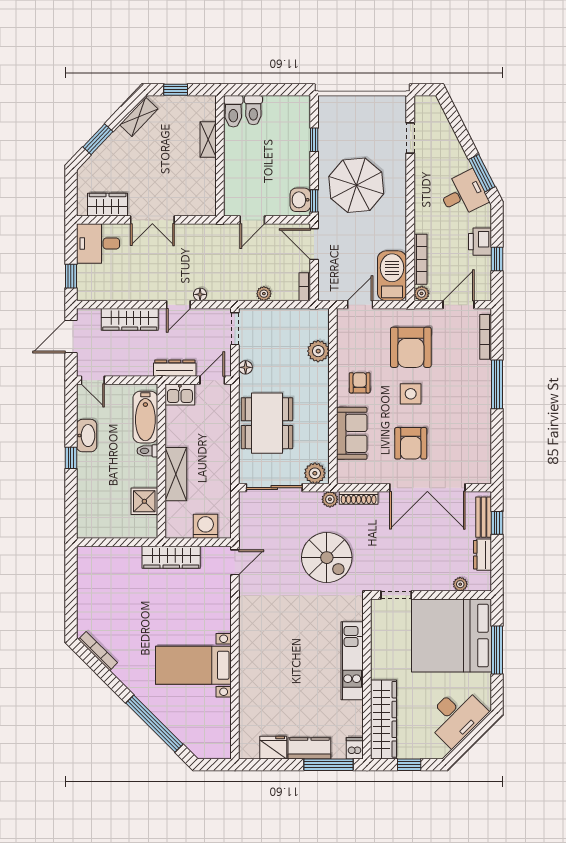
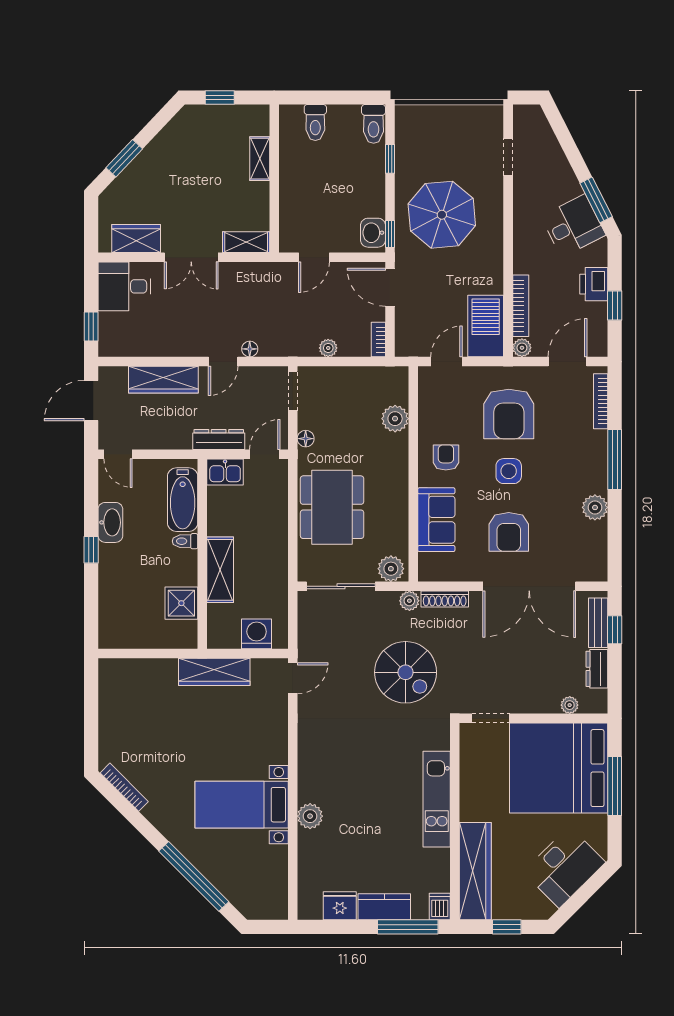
toilet: (233, 111) -> (374, 124), moved
shelving: (139, 117) -> (246, 242), moved, turned 47
plant: (481, 423) -> (595, 507), added
plant: (249, 675) -> (310, 816), added

